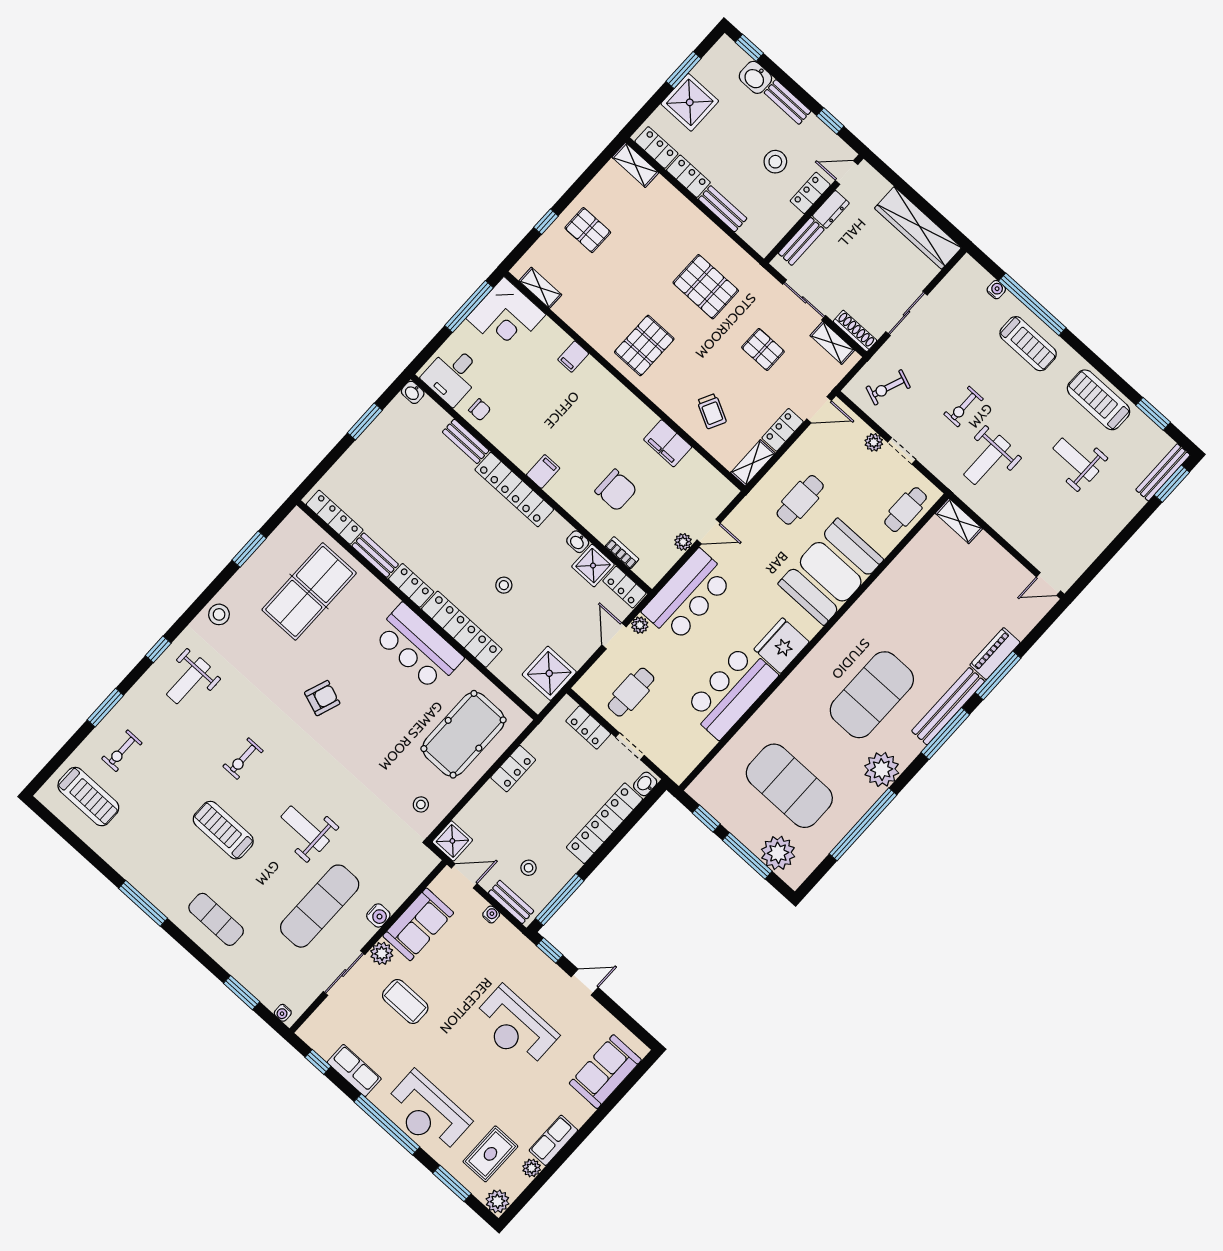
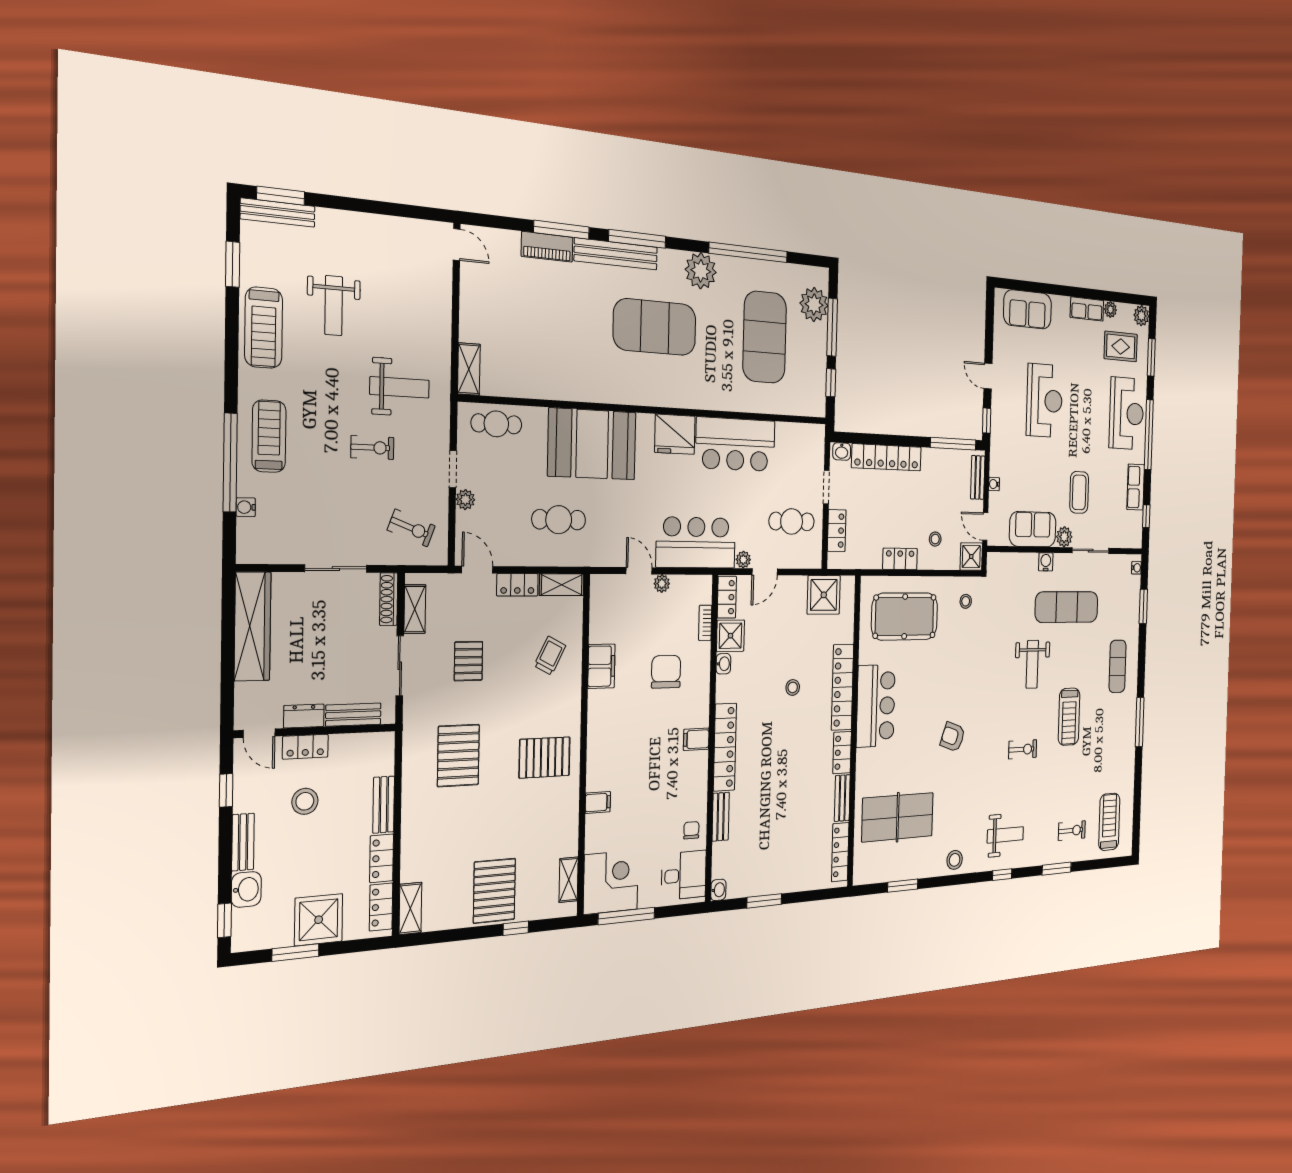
pallet: (588, 230) -> (494, 891), width x1.50, depth x1.42
stool: (529, 868) -> (935, 539), moved

